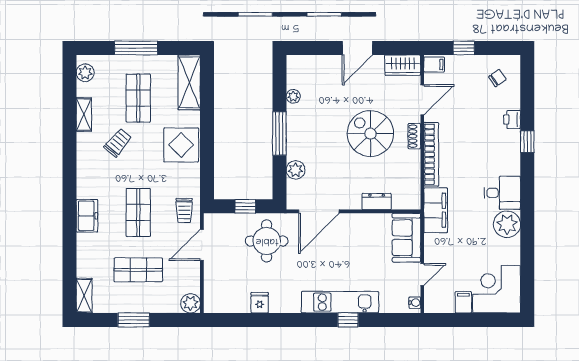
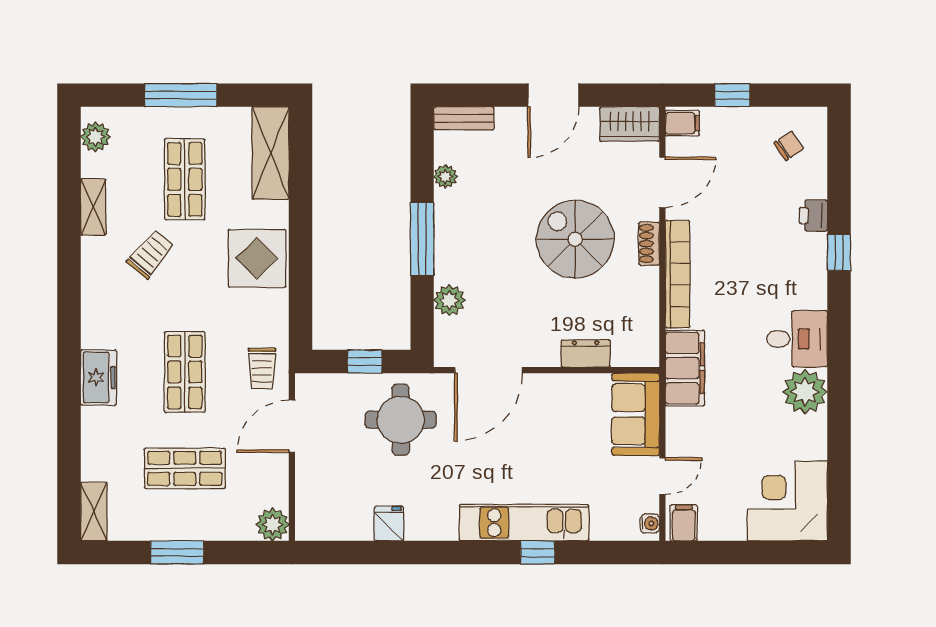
bench: (304, 62) -> (464, 118), added
filing cabinet: (463, 302) -> (684, 523), moved

